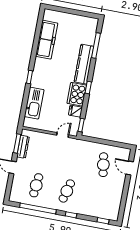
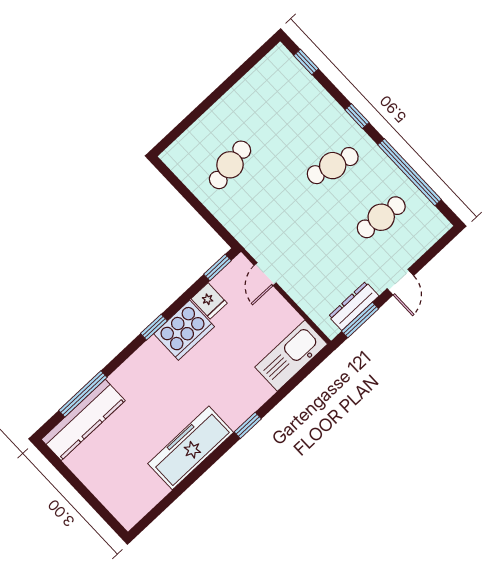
freezer: (47, 40) -> (191, 448), moved
kitchen counter: (84, 64) -> (83, 420), moved
kitchen sink: (34, 103) -> (291, 356), moved
door: (63, 135) -> (265, 274), hinge flipped
door: (130, 168) -> (186, 123), removed

